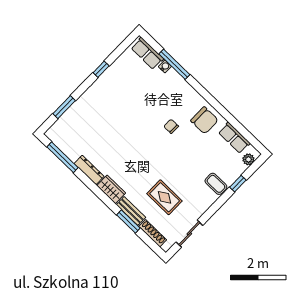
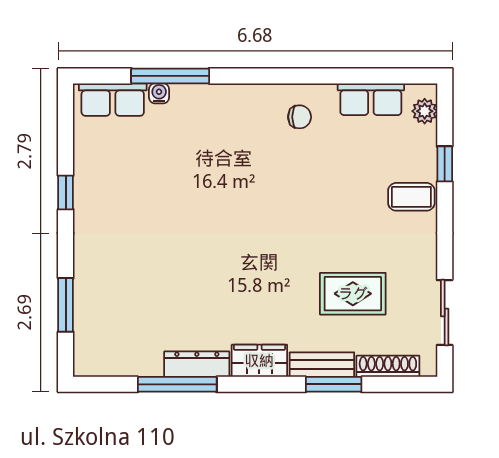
chair: (204, 120) -> (300, 117), width x0.54, depth x0.54
chair: (171, 126) -> (257, 175), removed
window: (62, 157) -> (177, 384), moved

